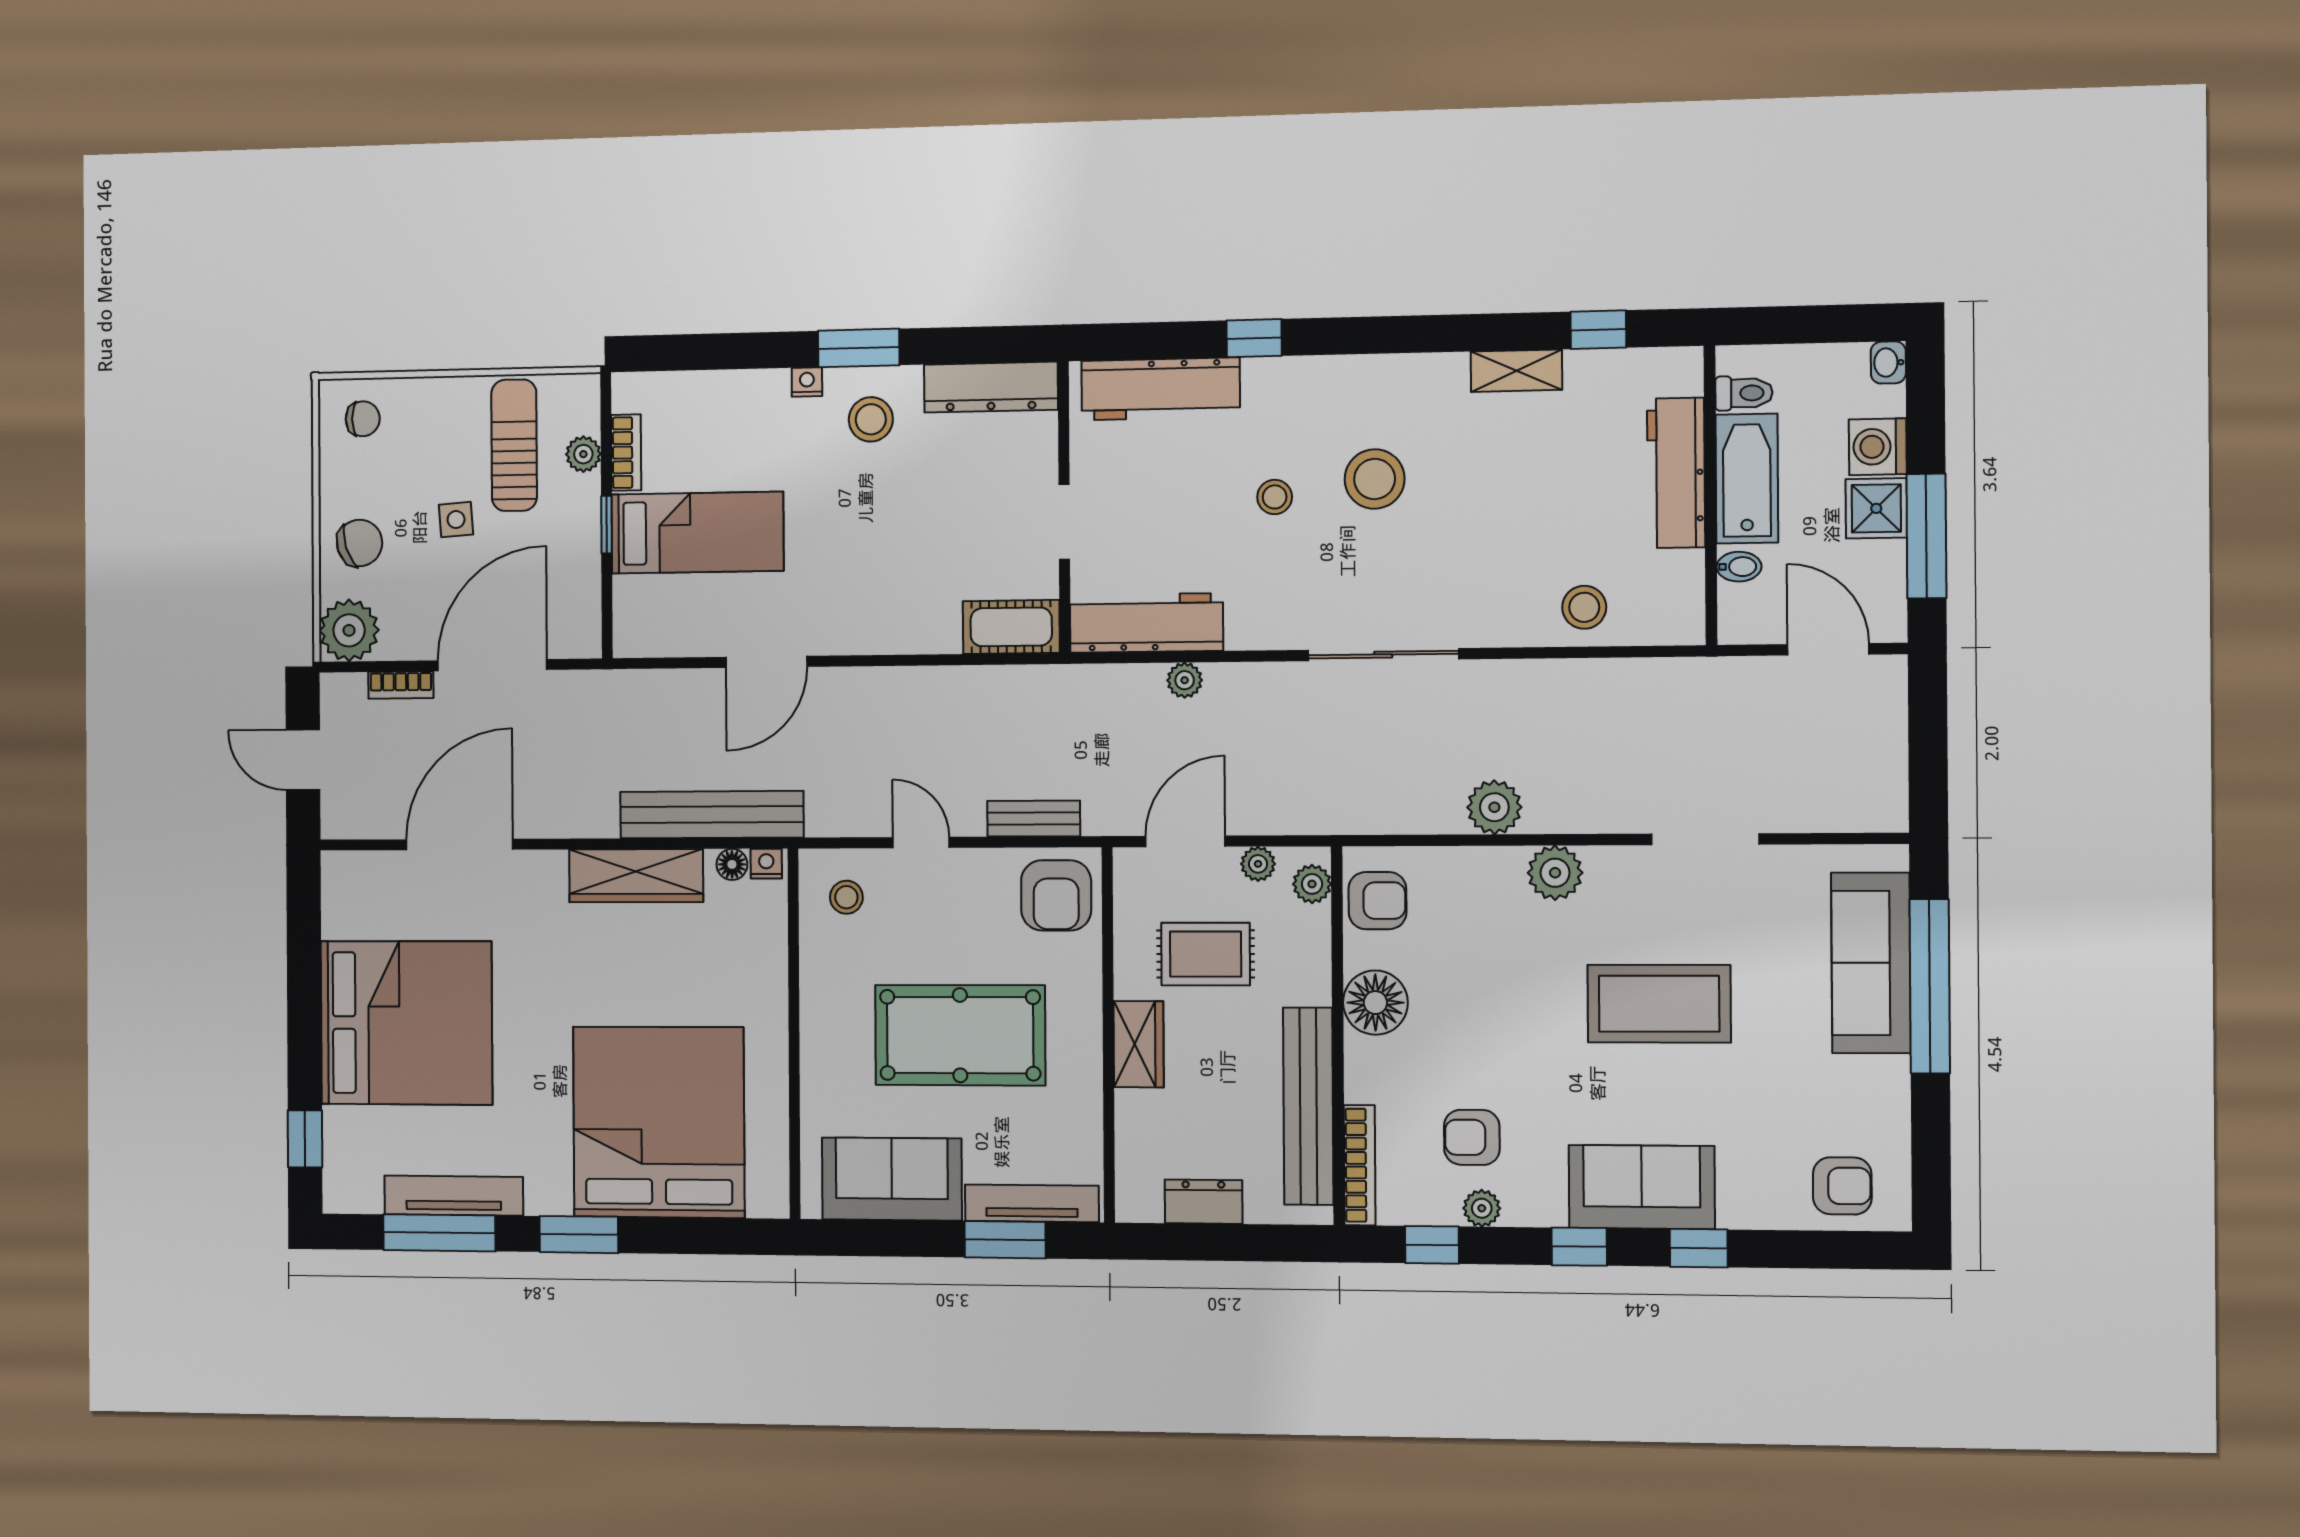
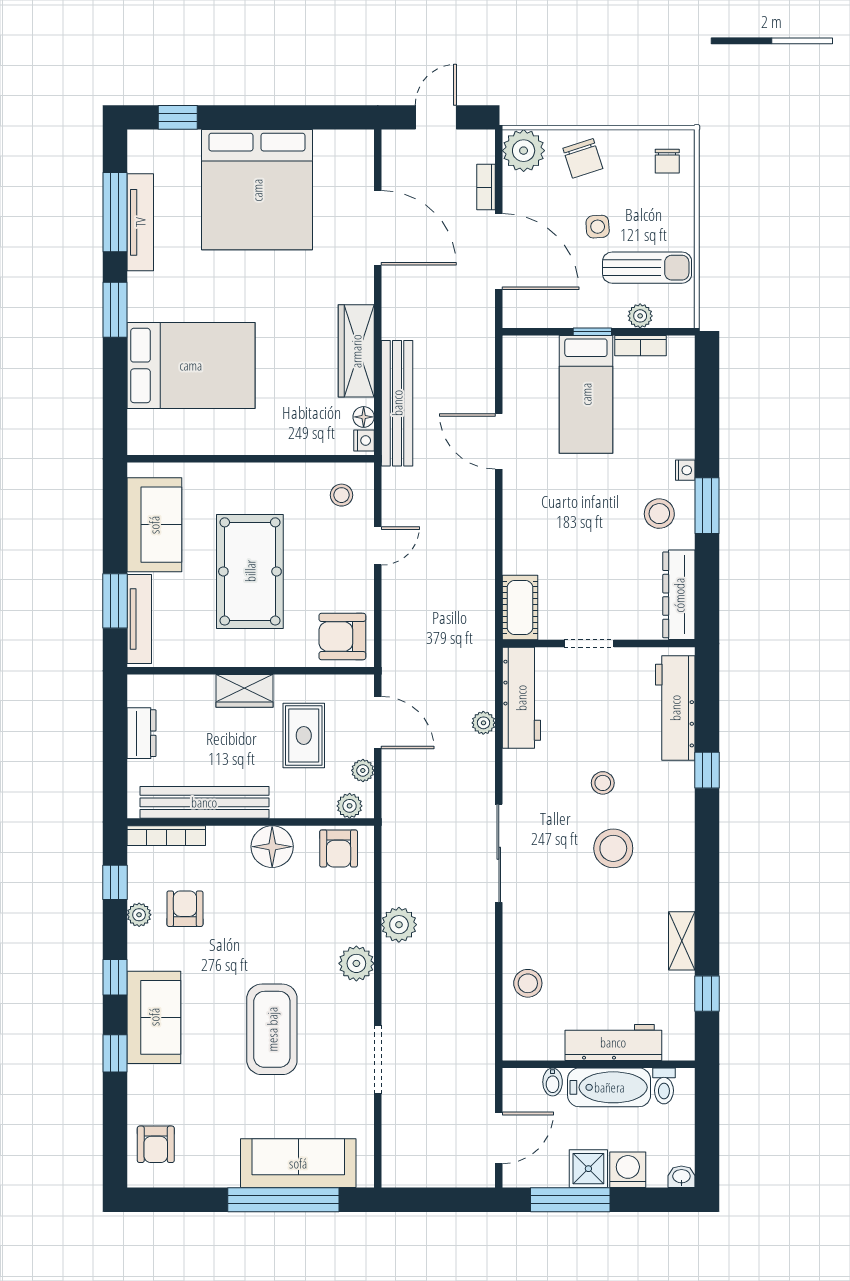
bench: (1034, 819) -> (393, 622), removed
bed: (659, 1122) -> (191, 365), width x0.73

